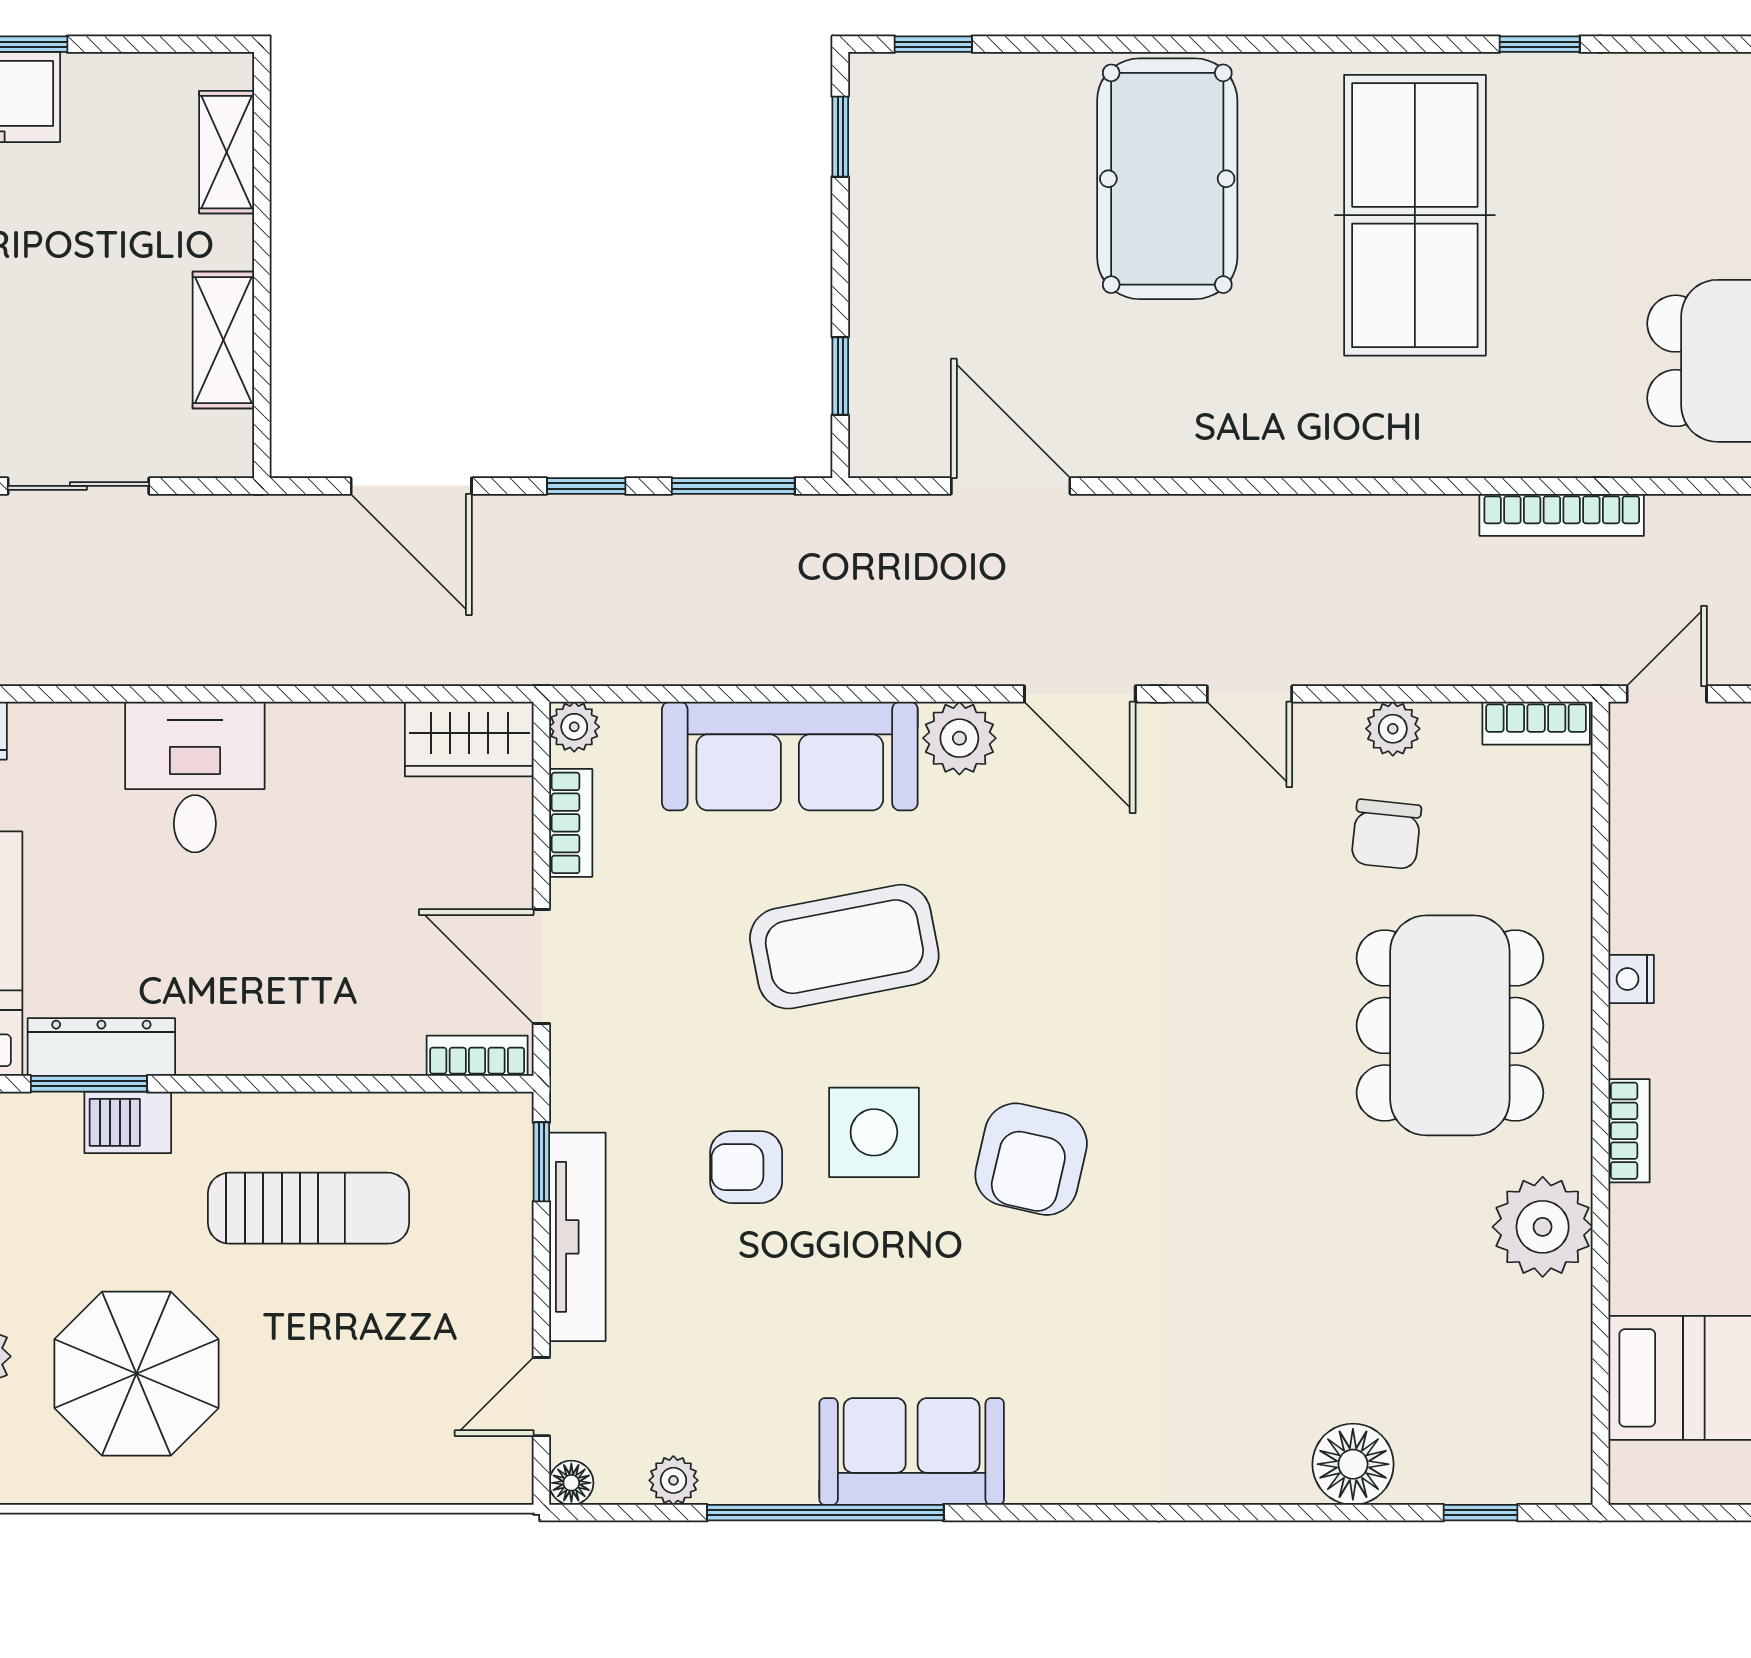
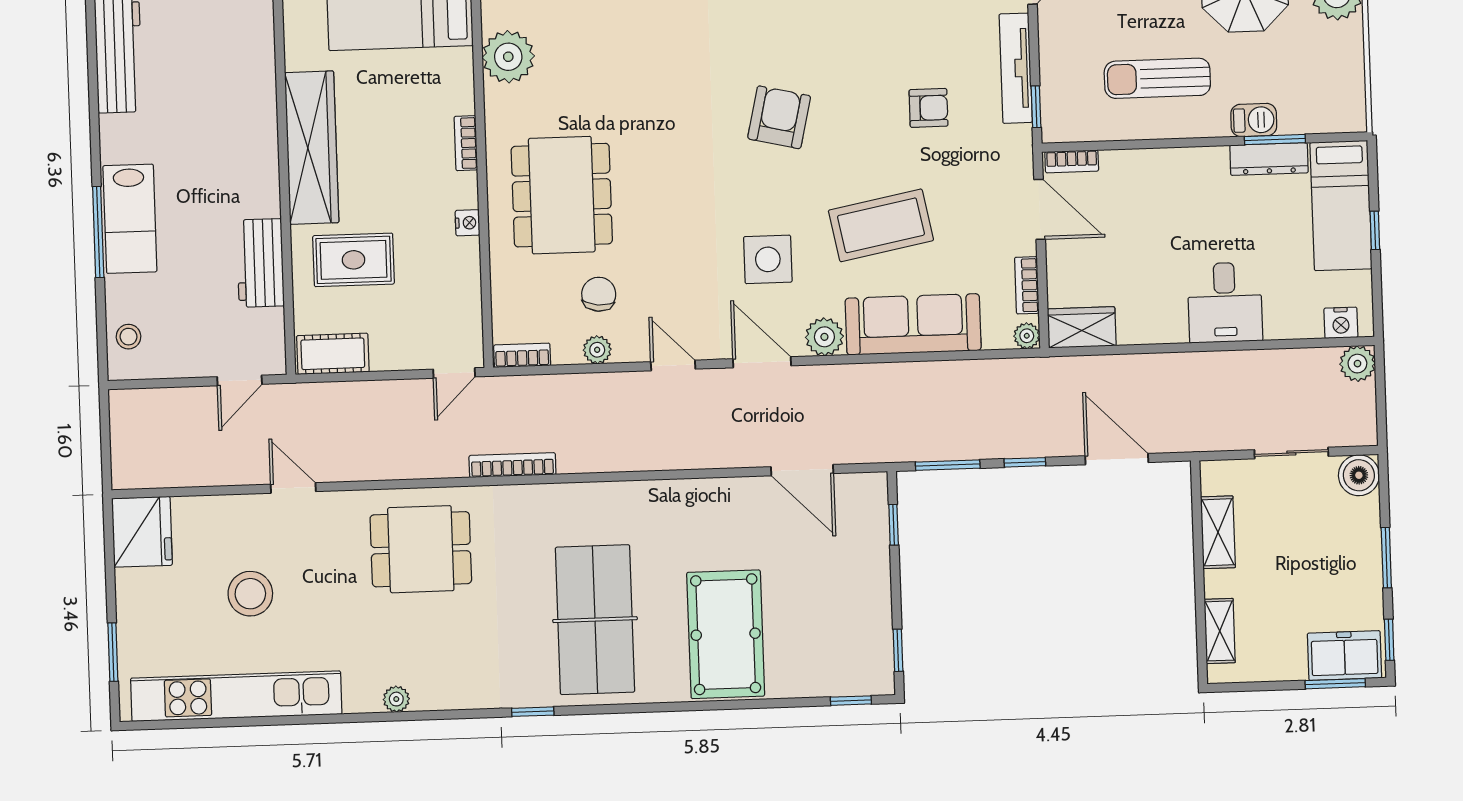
side table: (874, 1132) -> (768, 259), moved
plant: (1543, 1227) -> (508, 57), moved

